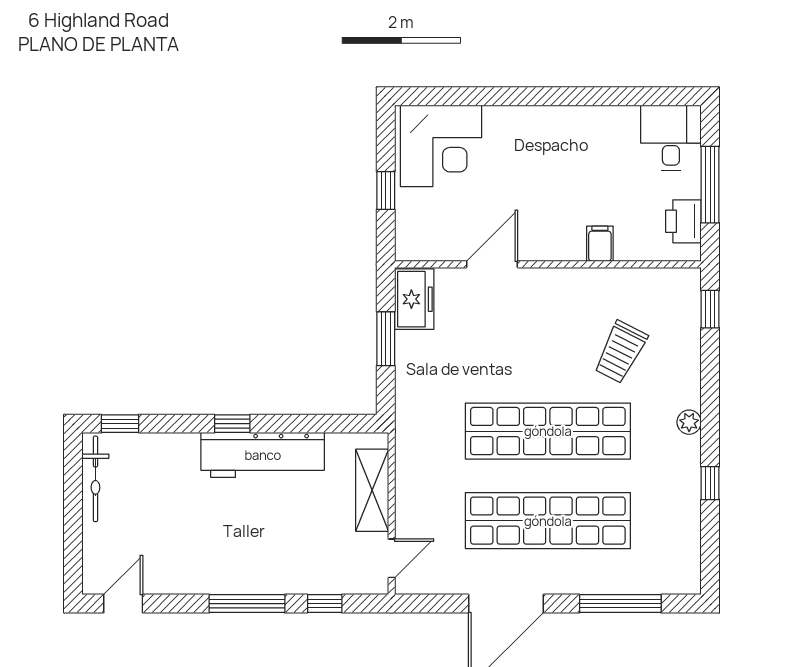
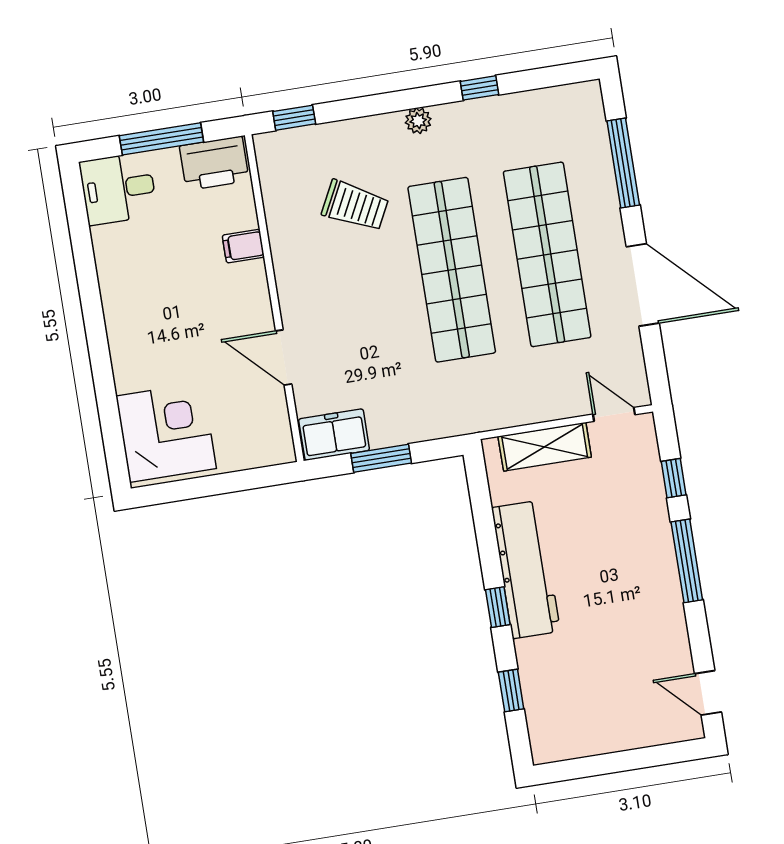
window: (386, 191) -> (223, 484), removed
printer: (683, 221) -> (214, 163), width x1.37, depth x1.19
window: (120, 424) -> (511, 690), moved
bicycle: (95, 479) -> (580, 744), removed

